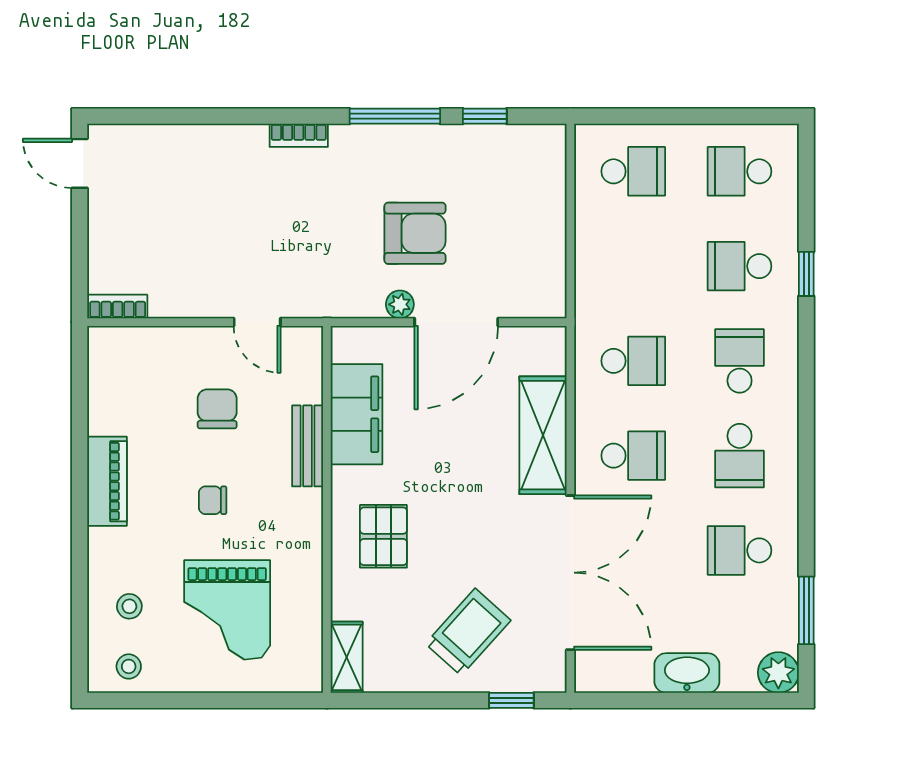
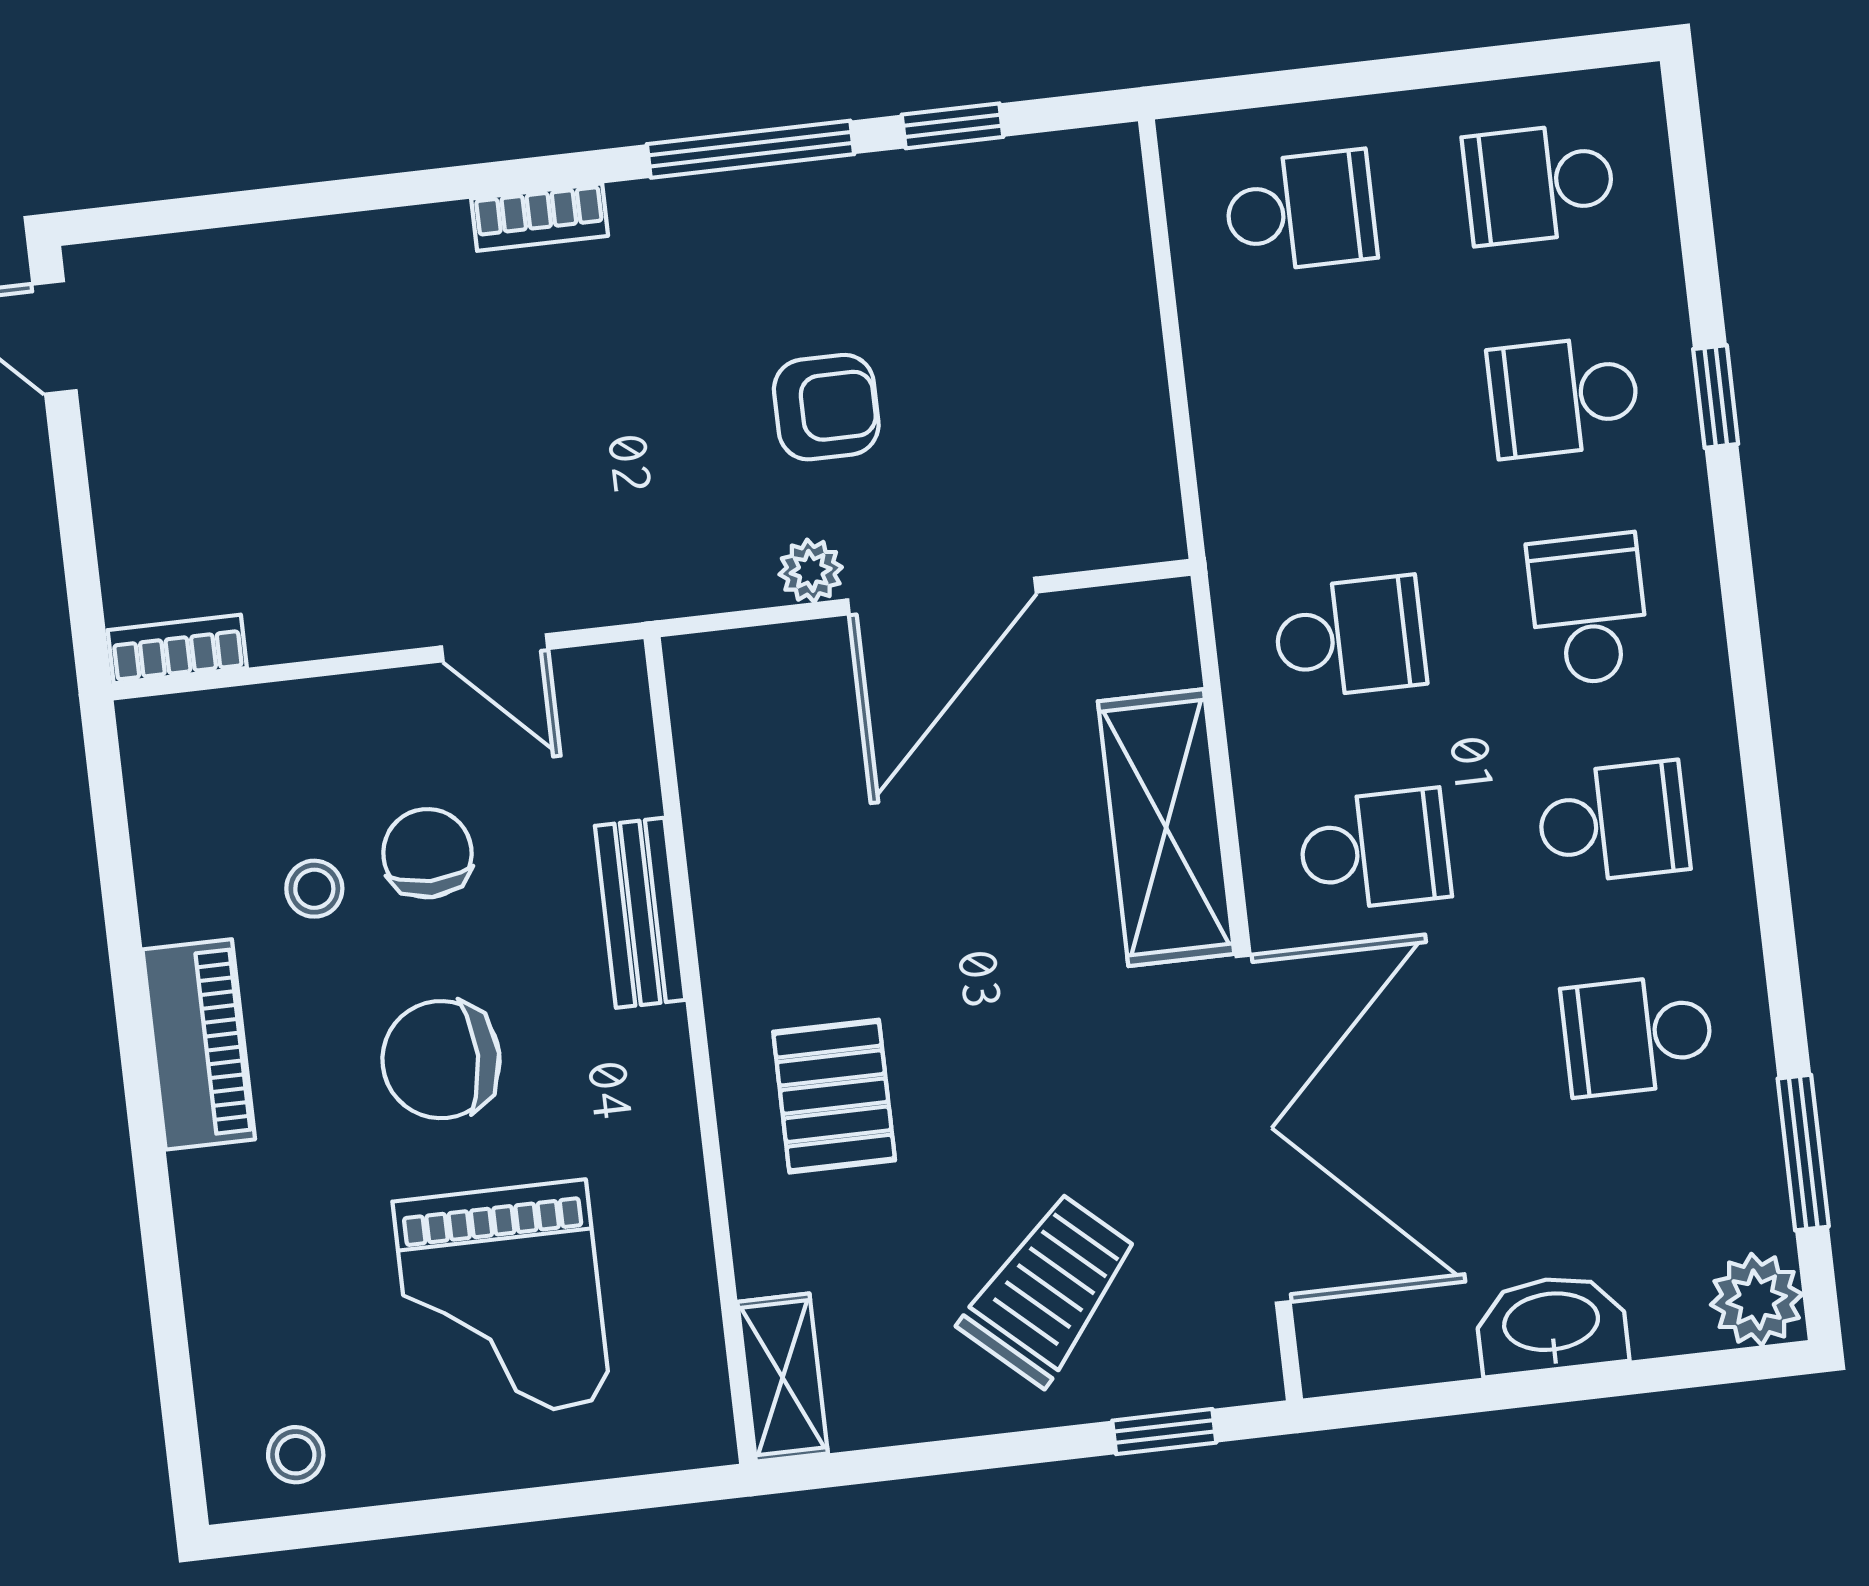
armchair: (415, 233) -> (826, 407), width x0.72, depth x0.72
filing cabinet: (357, 414) -> (742, 829), removed
school desk: (740, 456) -> (1613, 822), turned -90
chair: (213, 500) -> (441, 1060), width x1.87, depth x1.87
stool: (129, 606) -> (314, 889), moved

